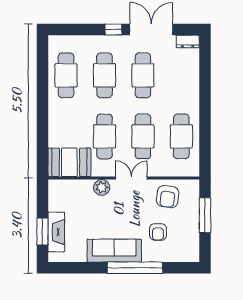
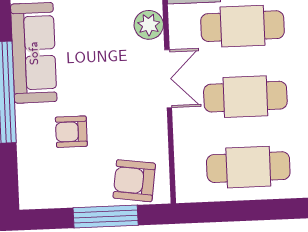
armchair: (168, 197) -> (134, 181), moved

